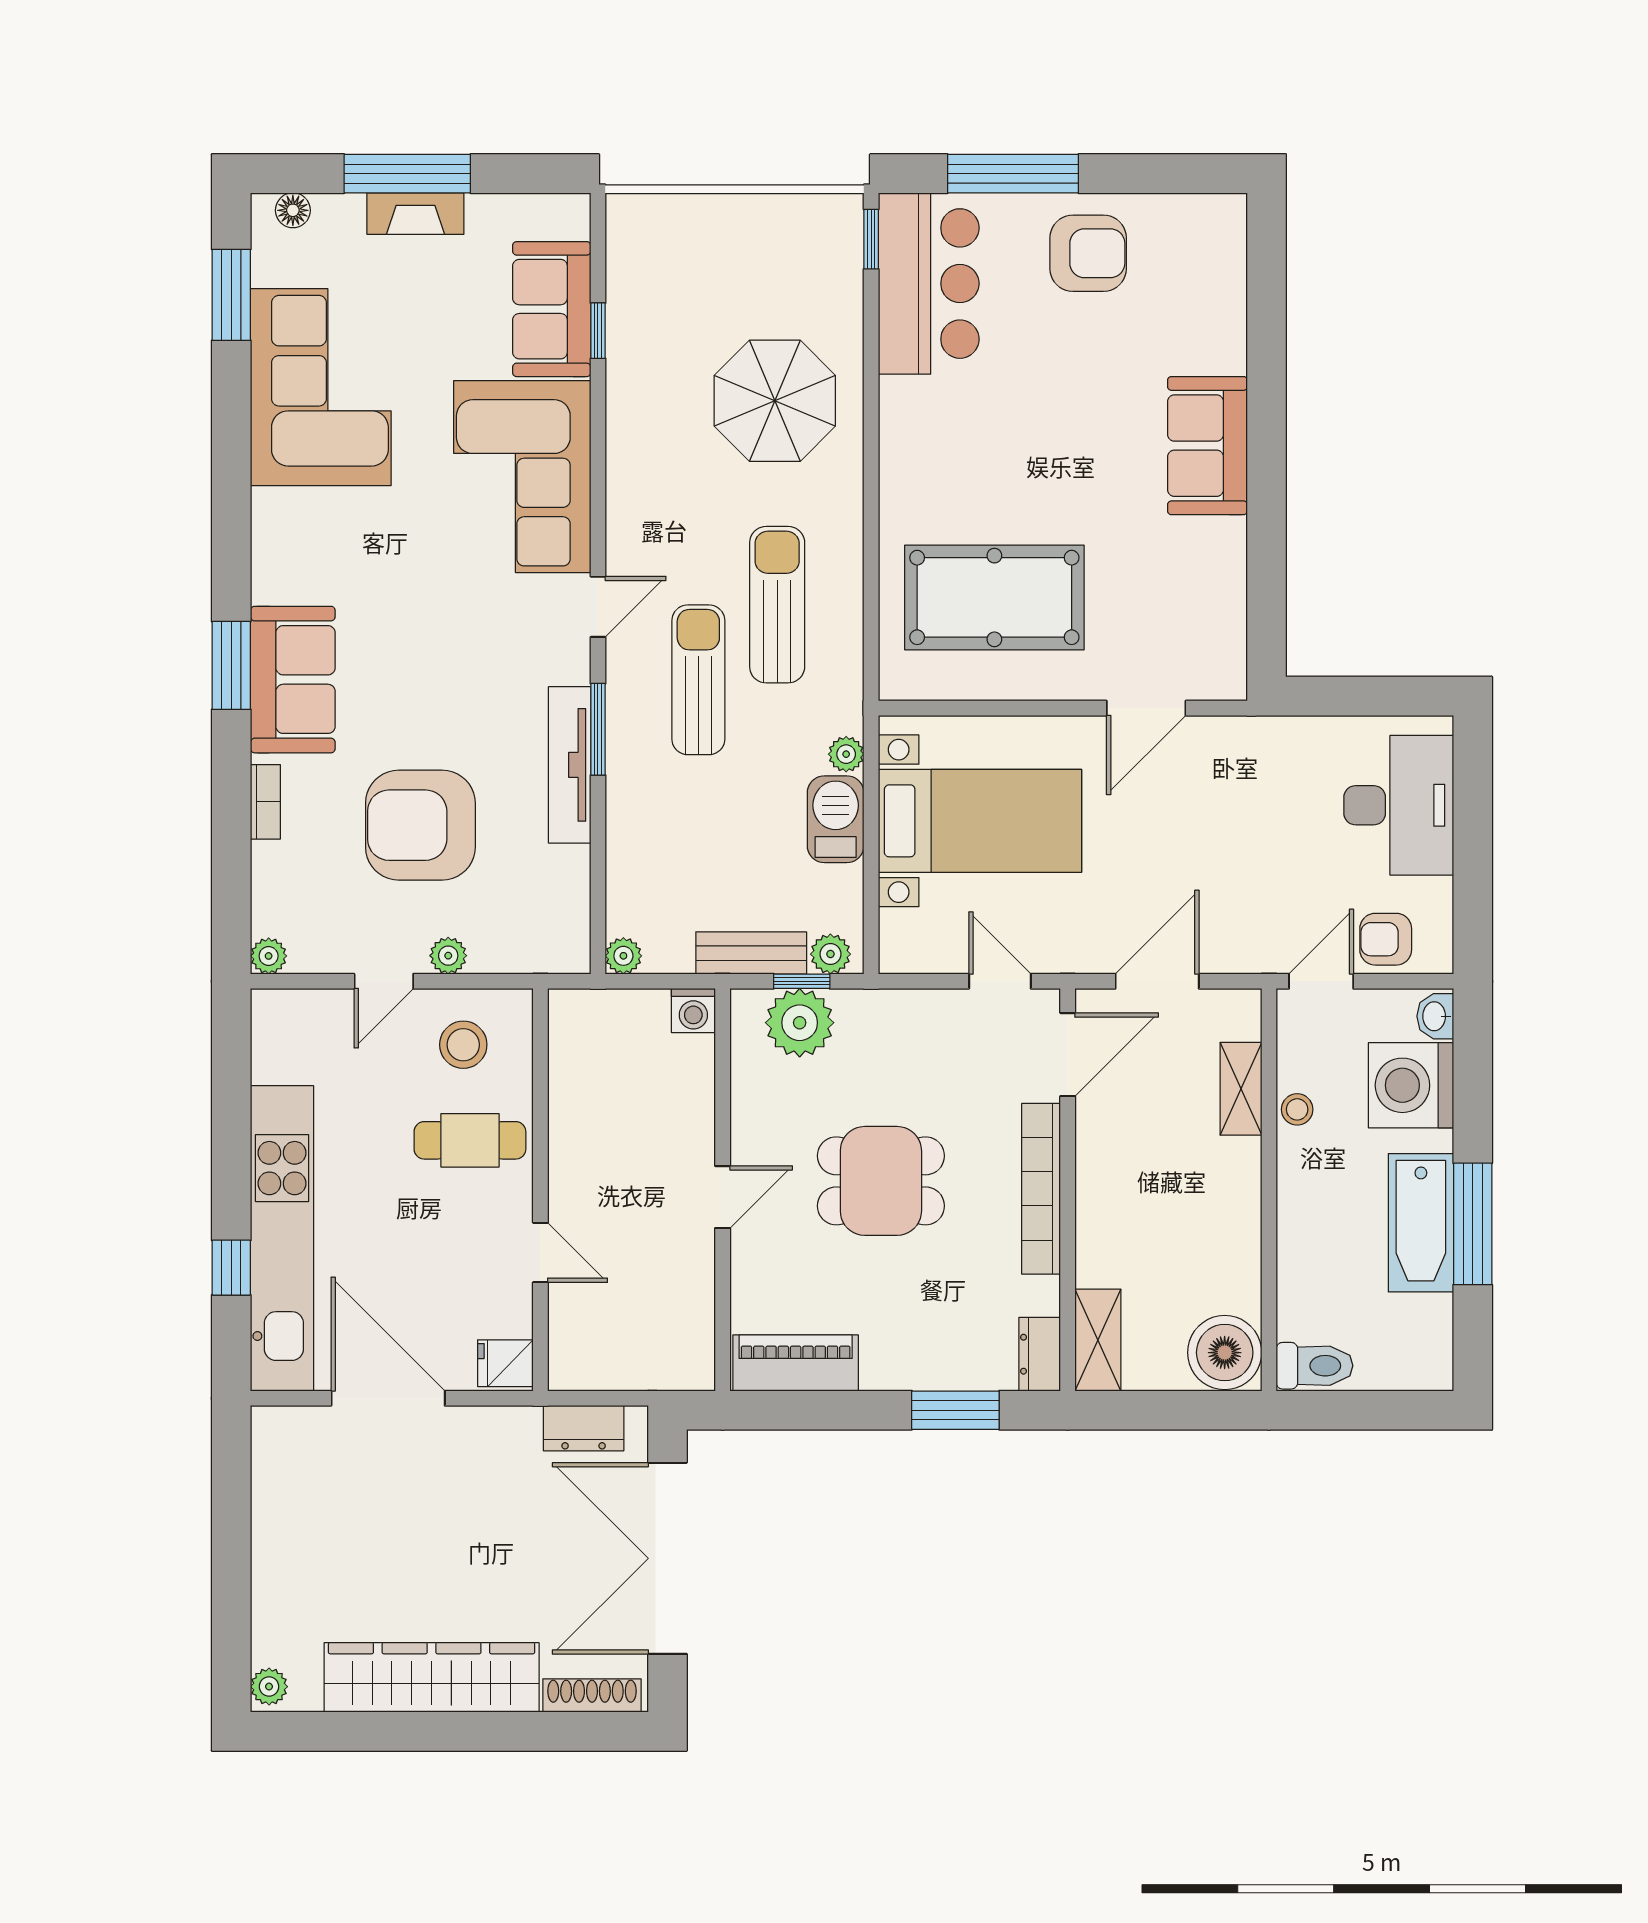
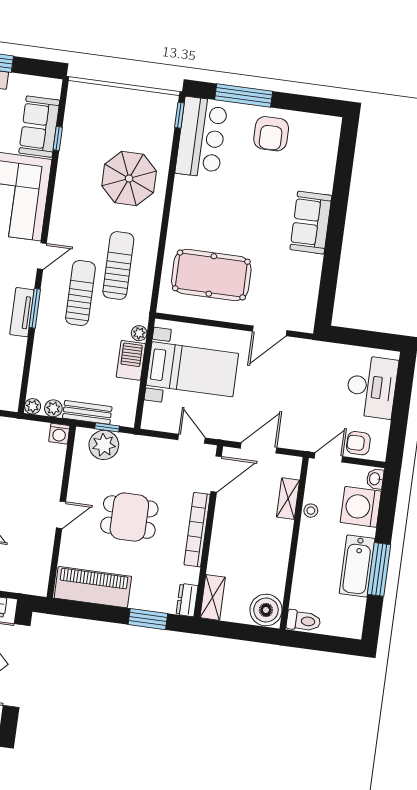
armchair: (1088, 253) -> (271, 134), turned 90
tv unit: (570, 765) -> (22, 312), width x0.71
plant: (830, 954) -> (53, 408), moved
piano: (796, 1363) -> (93, 587), width x1.37, depth x1.33

